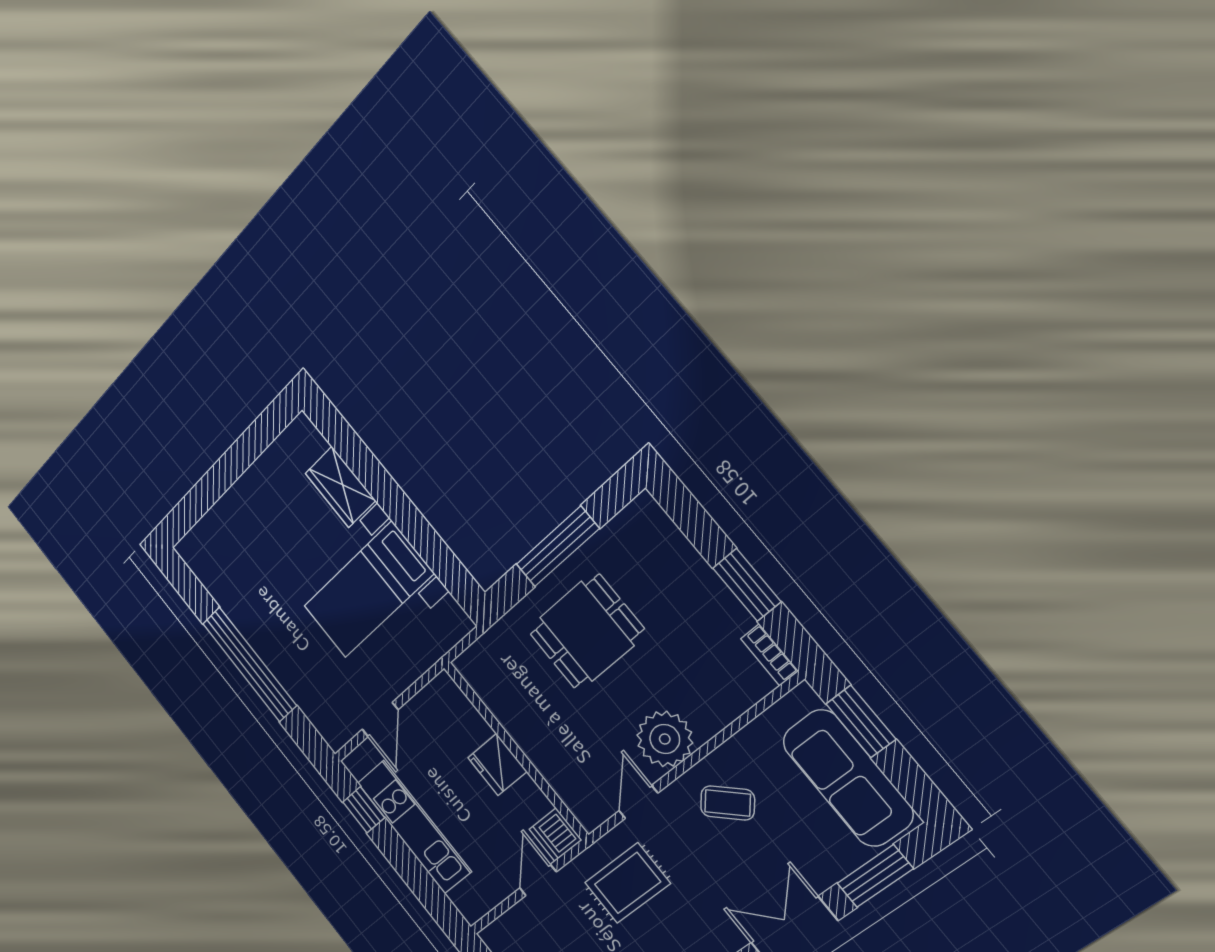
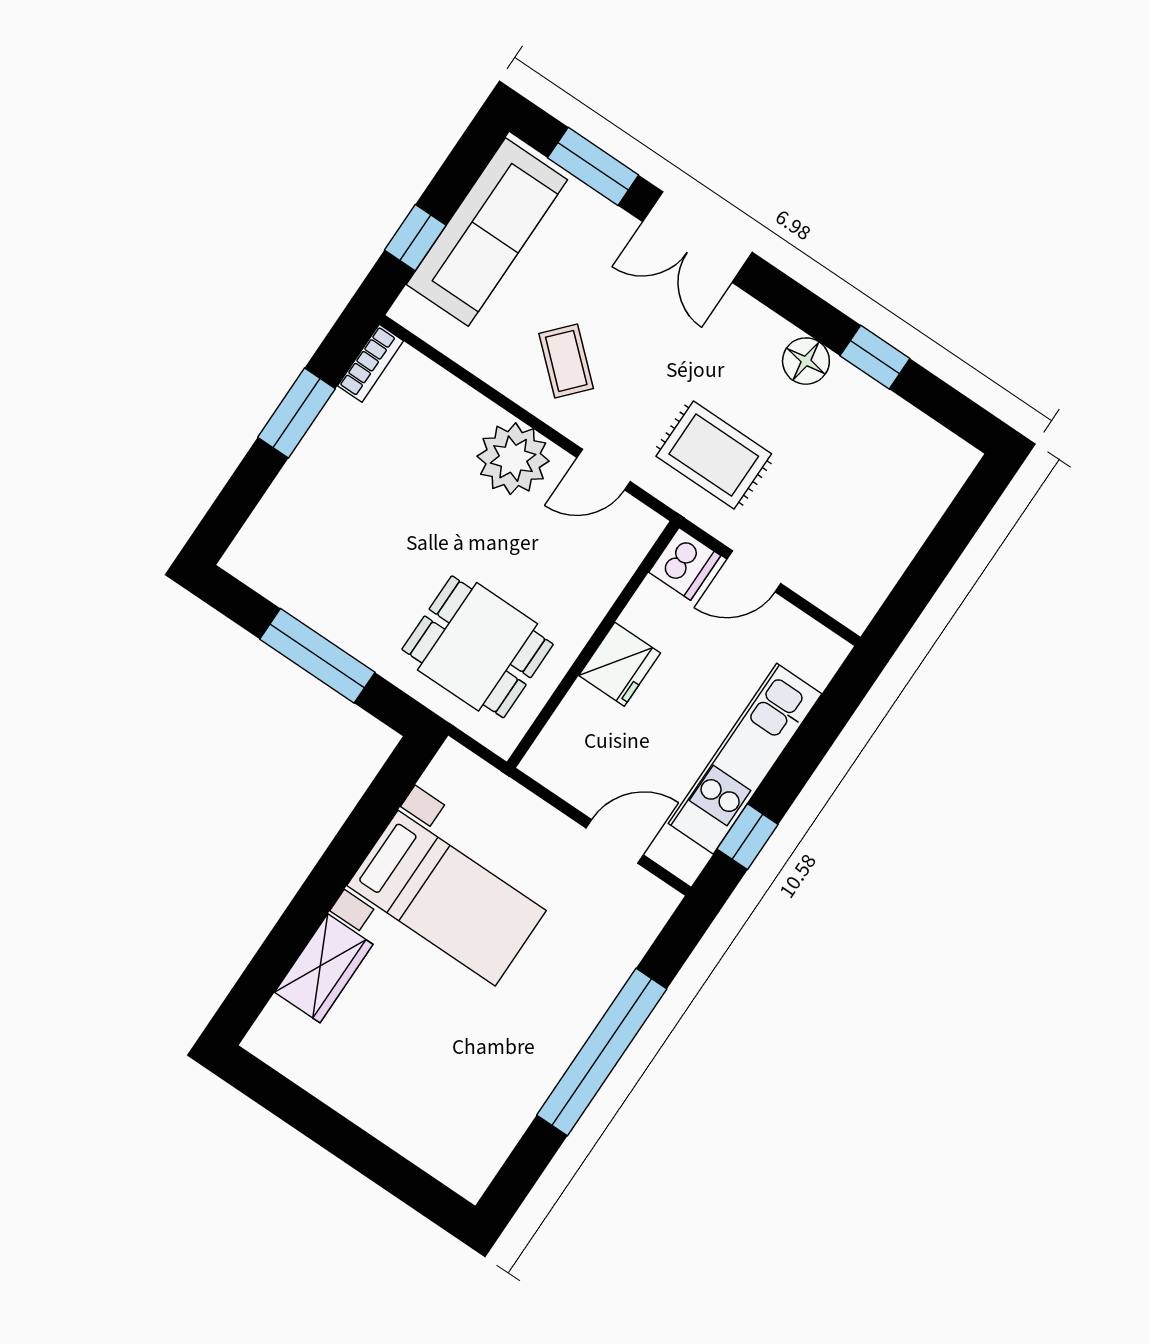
dining table: (587, 631) -> (478, 647), moved
window: (861, 721) -> (415, 238), width x0.67

